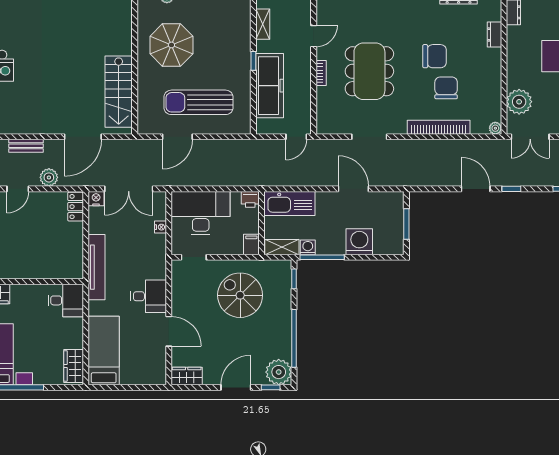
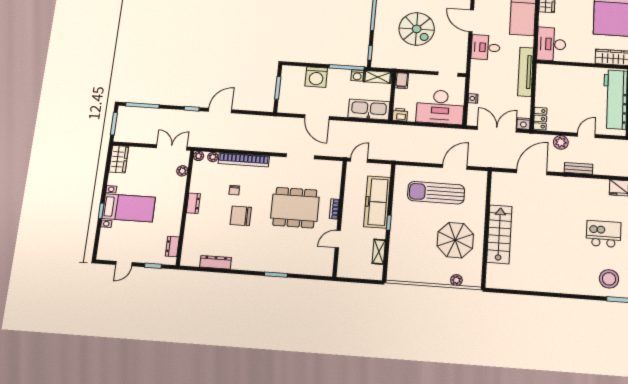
dresser: (494, 35) -> (193, 203), moved
dining table: (369, 71) -> (295, 208), turned 90
chair: (446, 88) -> (234, 190), width x0.54, depth x0.54
stairs: (119, 92) -> (499, 234), moved
sun lounger: (198, 102) -> (436, 193), turned 180
plant: (519, 102) -> (182, 171), width x0.53, depth x0.53
plant: (478, 128) -> (213, 157), added
door: (476, 189) -> (220, 111), swing flipped
spiral stairs: (240, 295) -> (417, 29), moved
desk: (66, 300) -> (551, 44), width x1.37

